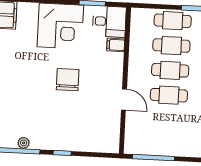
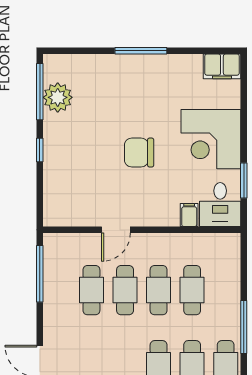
cafe table: (173, 21) -> (91, 290), moved
chair: (68, 80) -> (139, 153), turned 180
plant: (24, 143) -> (58, 97), width x1.88, depth x1.88

